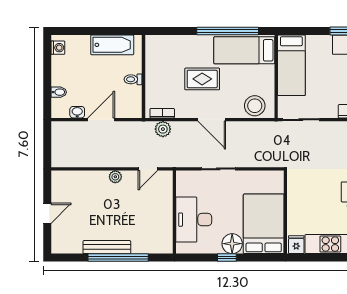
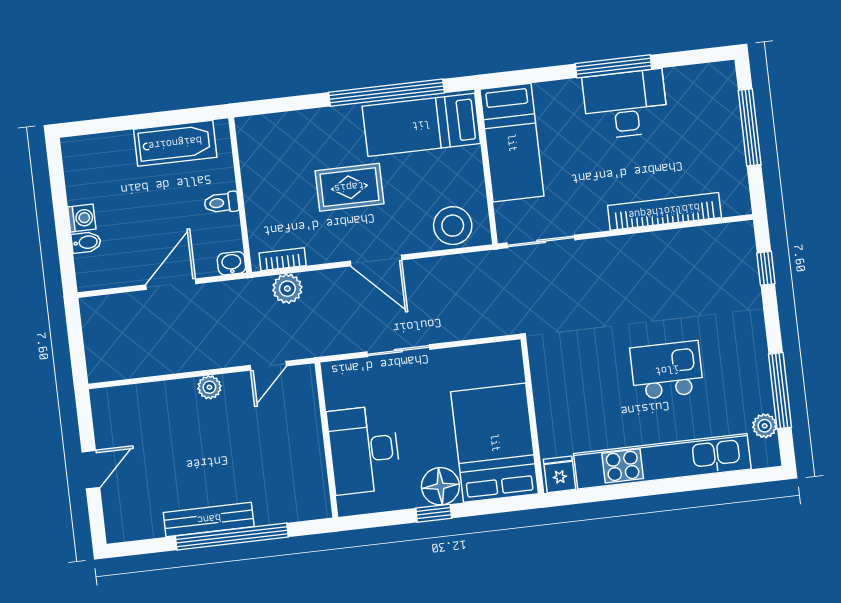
washing machine: (58, 48) -> (82, 218), moved
washbasin: (77, 112) -> (231, 263), moved

